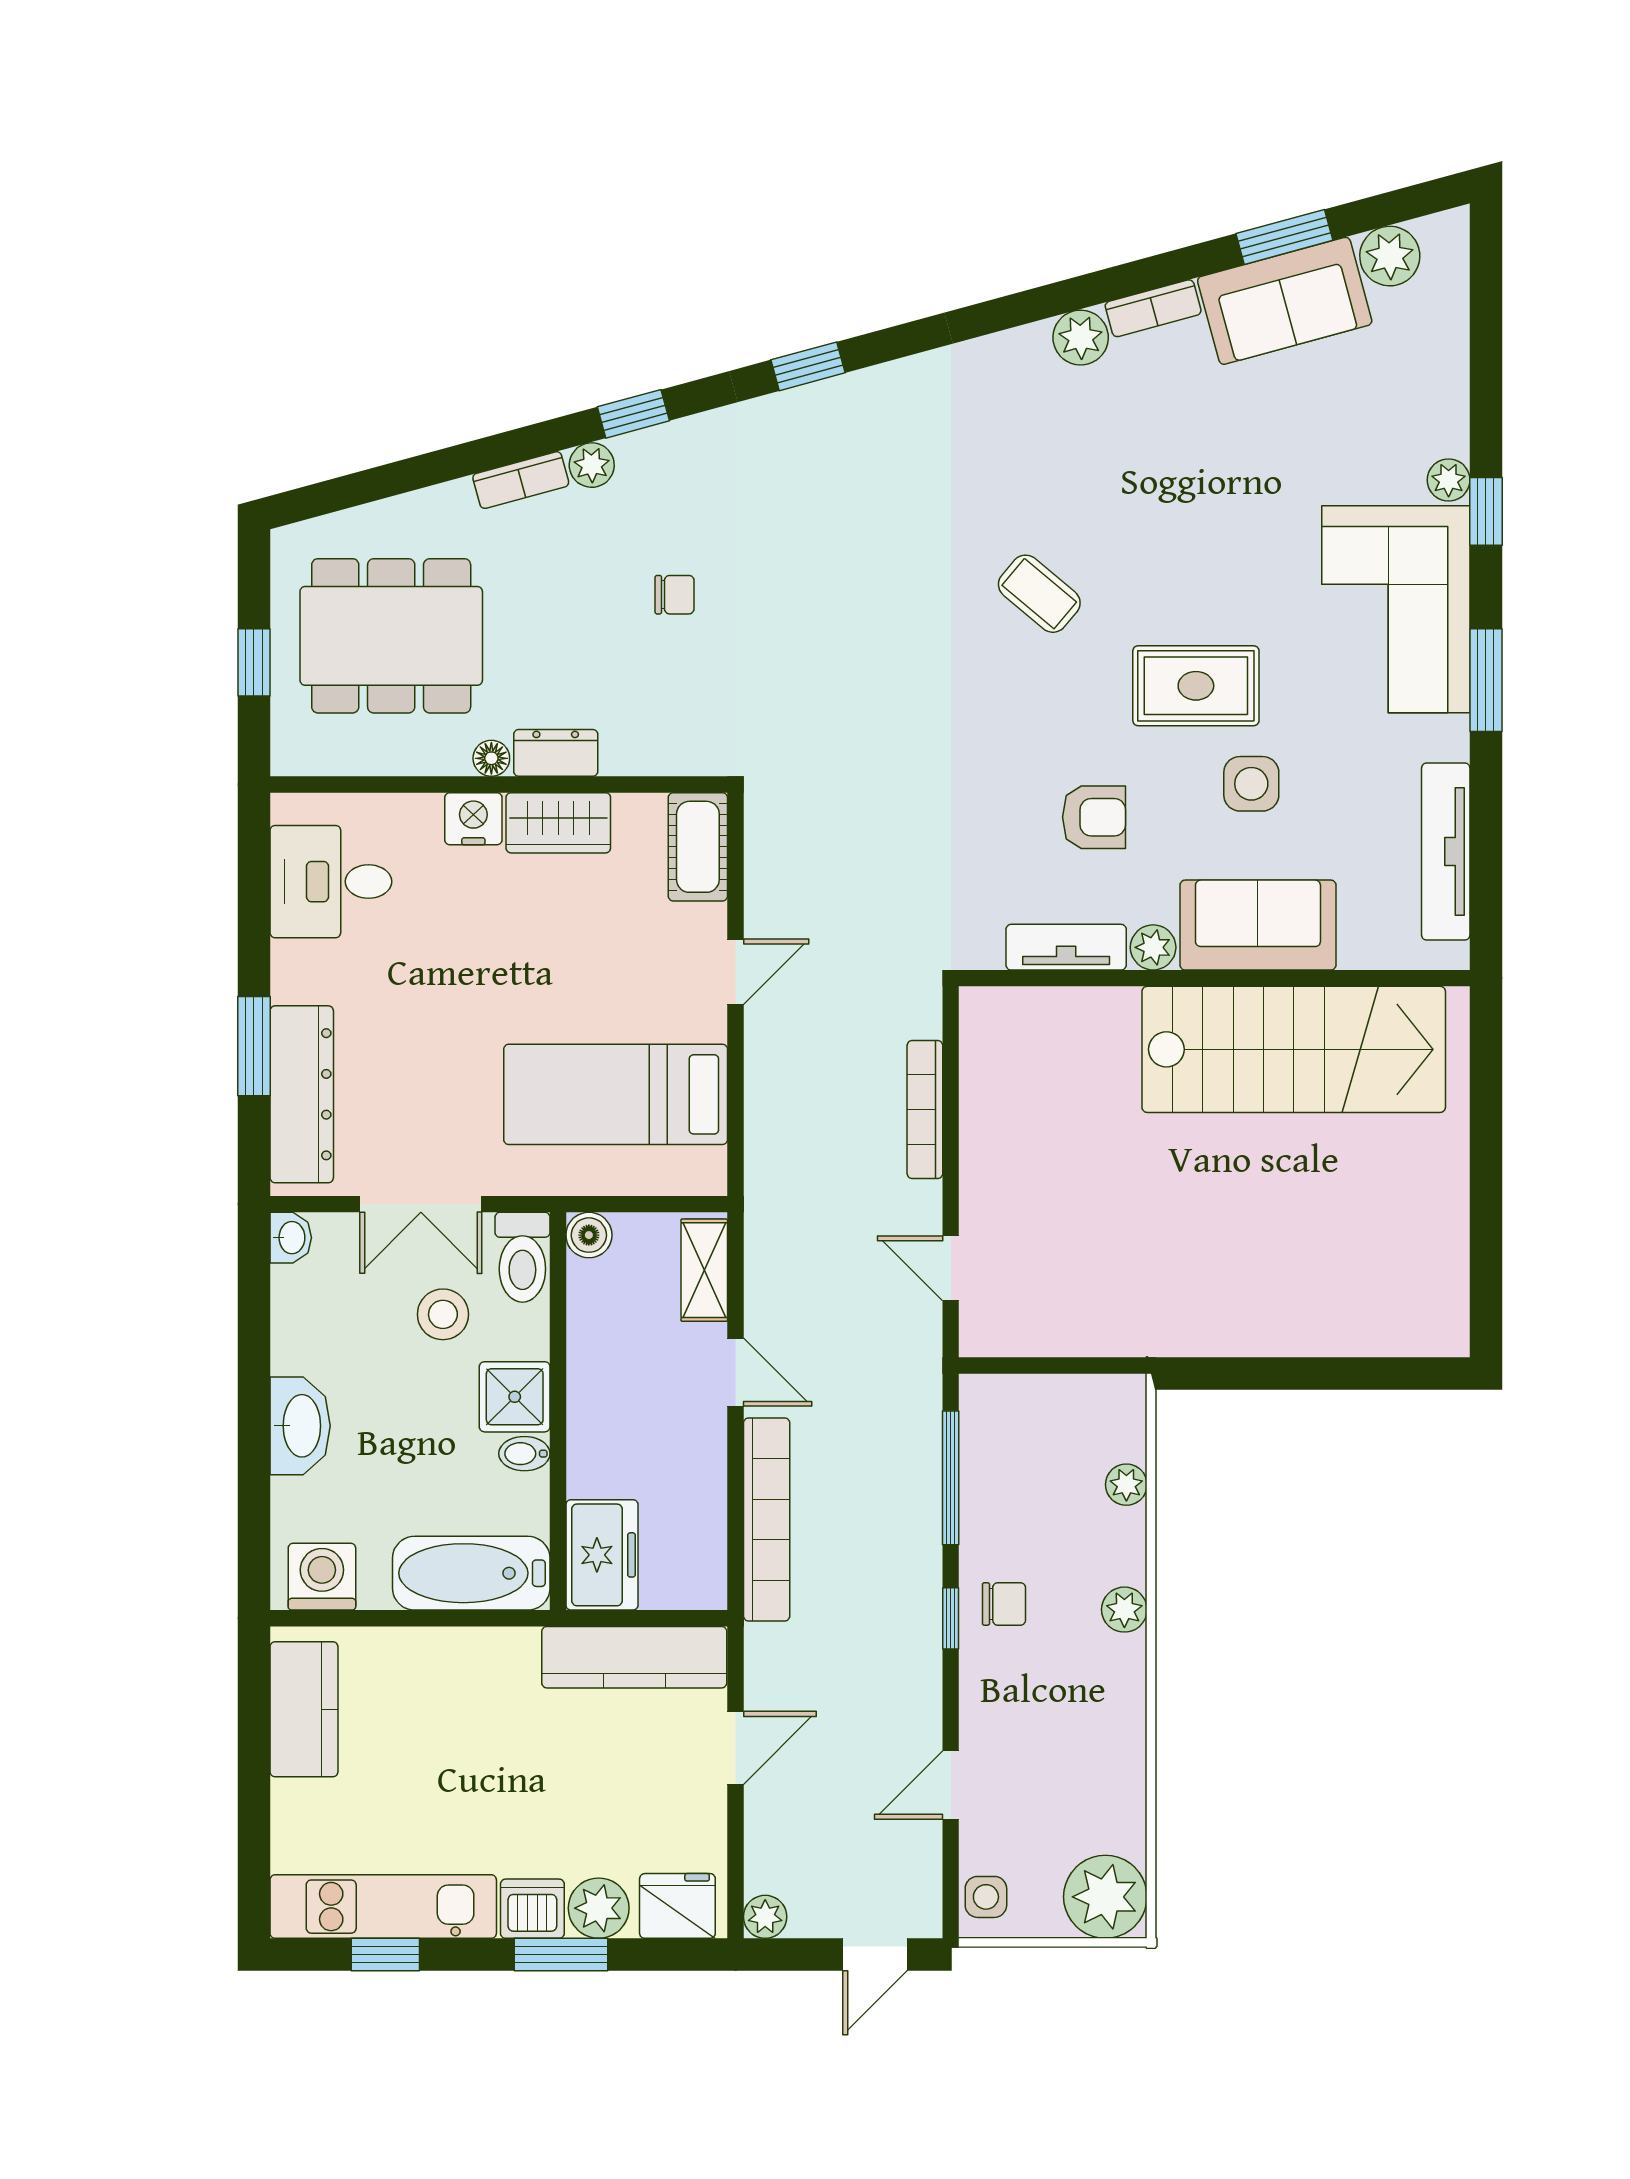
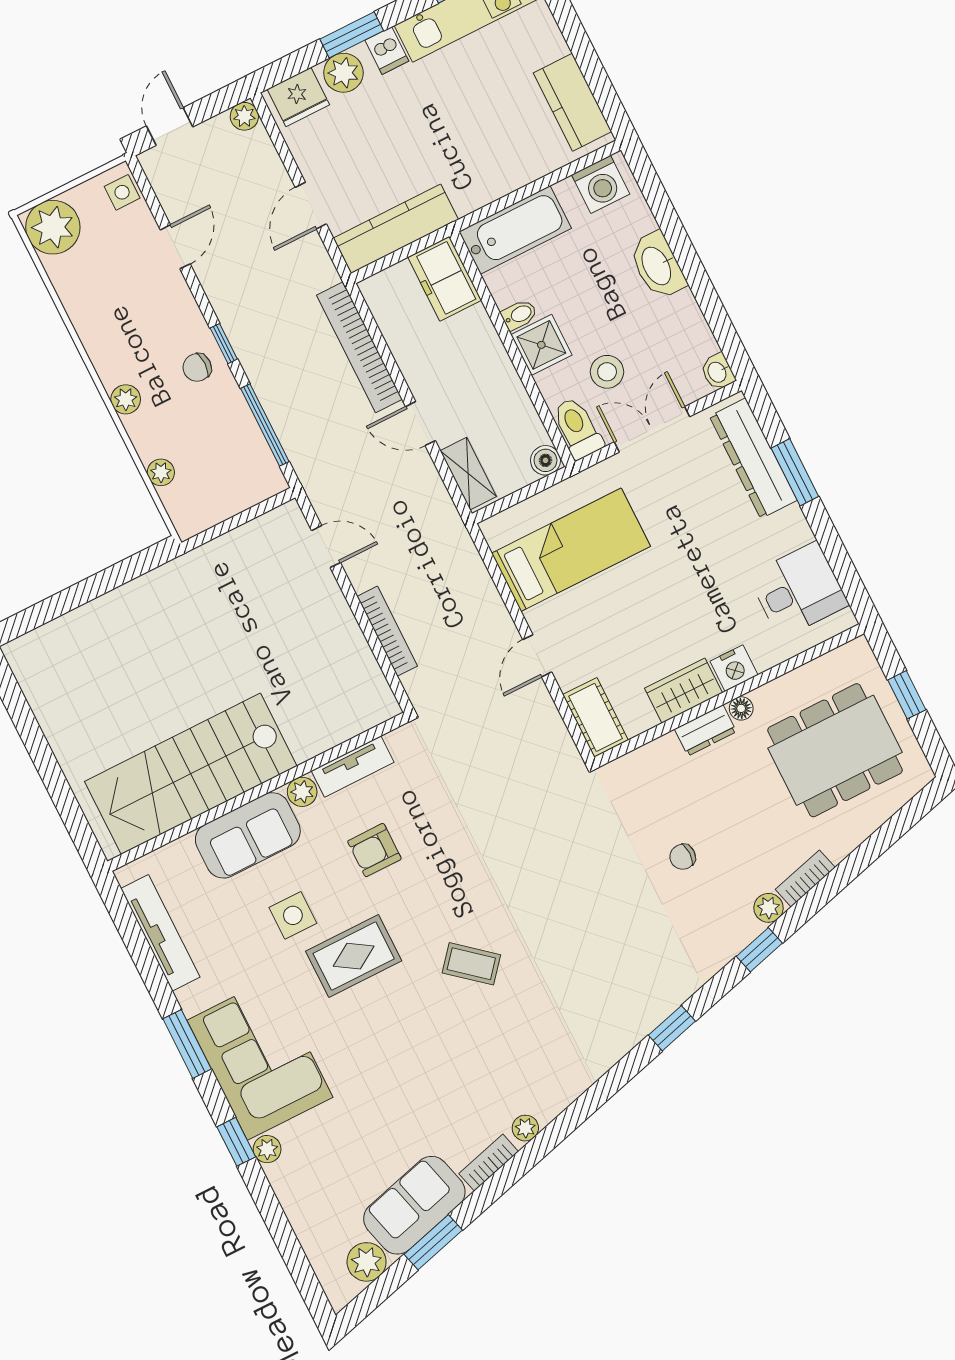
plant: (1081, 338) -> (525, 1128), width x0.73, depth x0.73
dishwasher: (532, 1909) -> (387, 51), width x0.73

